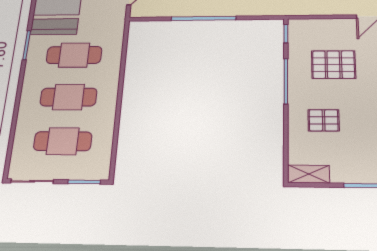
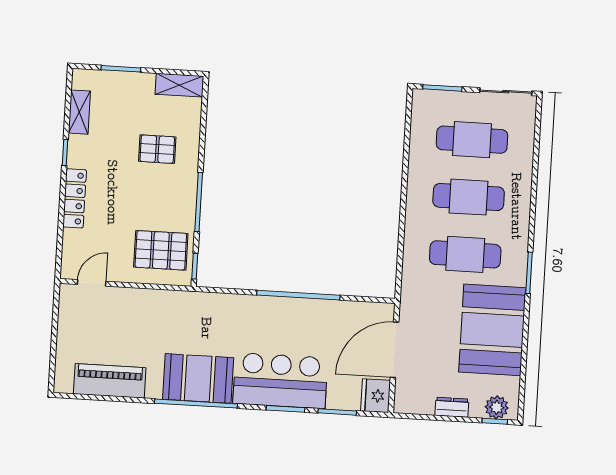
pallet: (333, 65) -> (161, 250), moved

